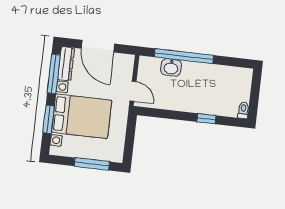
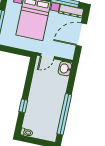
window: (184, 56) -> (64, 114), moved
washbasin: (171, 67) -> (65, 69), moved

